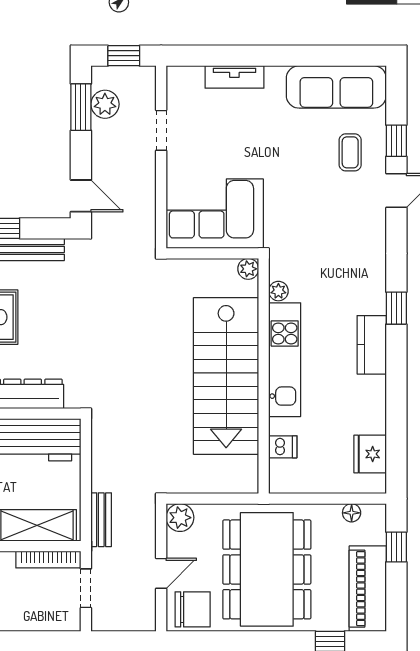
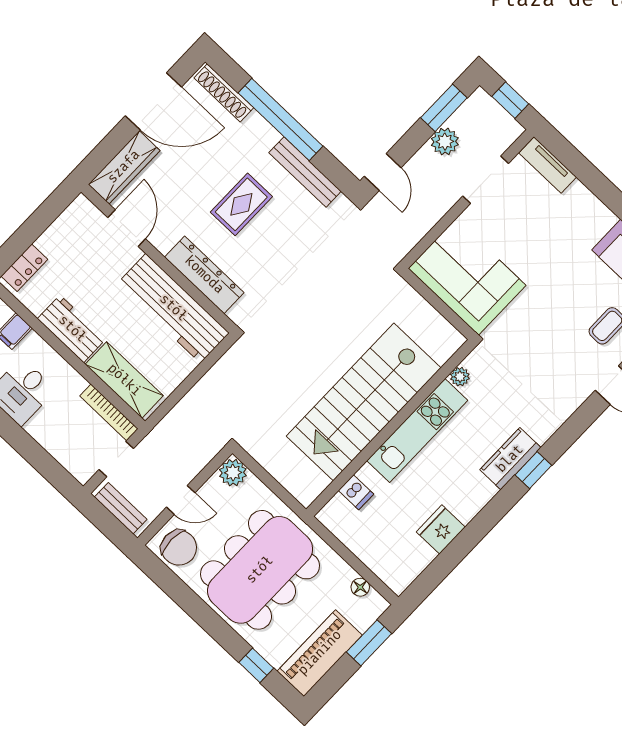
tv unit: (234, 77) -> (548, 165), moved
plant: (105, 104) -> (445, 142), moved
doorway: (161, 130) -> (486, 180), width x1.38
plant: (248, 269) -> (453, 340), removed
kitchen counter: (372, 345) -> (510, 459), moved
fridge: (370, 454) -> (441, 529), moved
bench: (101, 520) -> (121, 508), moved, turned 90
window: (396, 547) -> (369, 643), width x1.50

